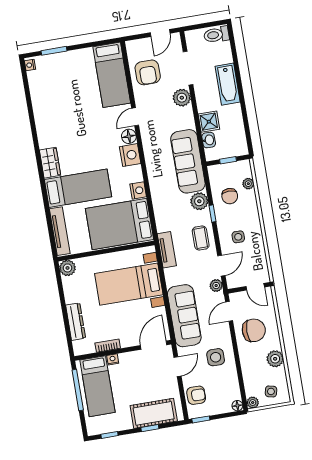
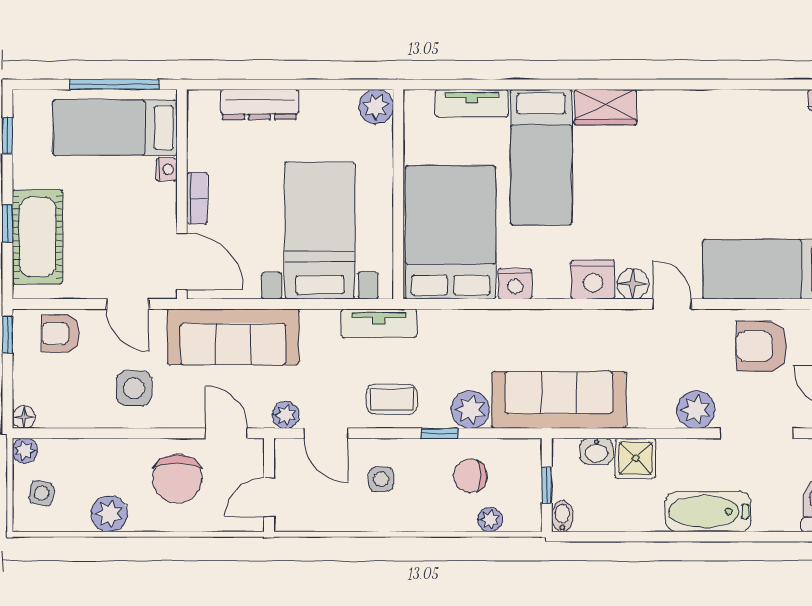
bidet: (241, 151) -> (562, 516), added
tv unit: (60, 231) -> (472, 103), width x0.71
bookcase: (108, 346) -> (197, 198), moved
armchair: (196, 395) -> (60, 333), turned 90

